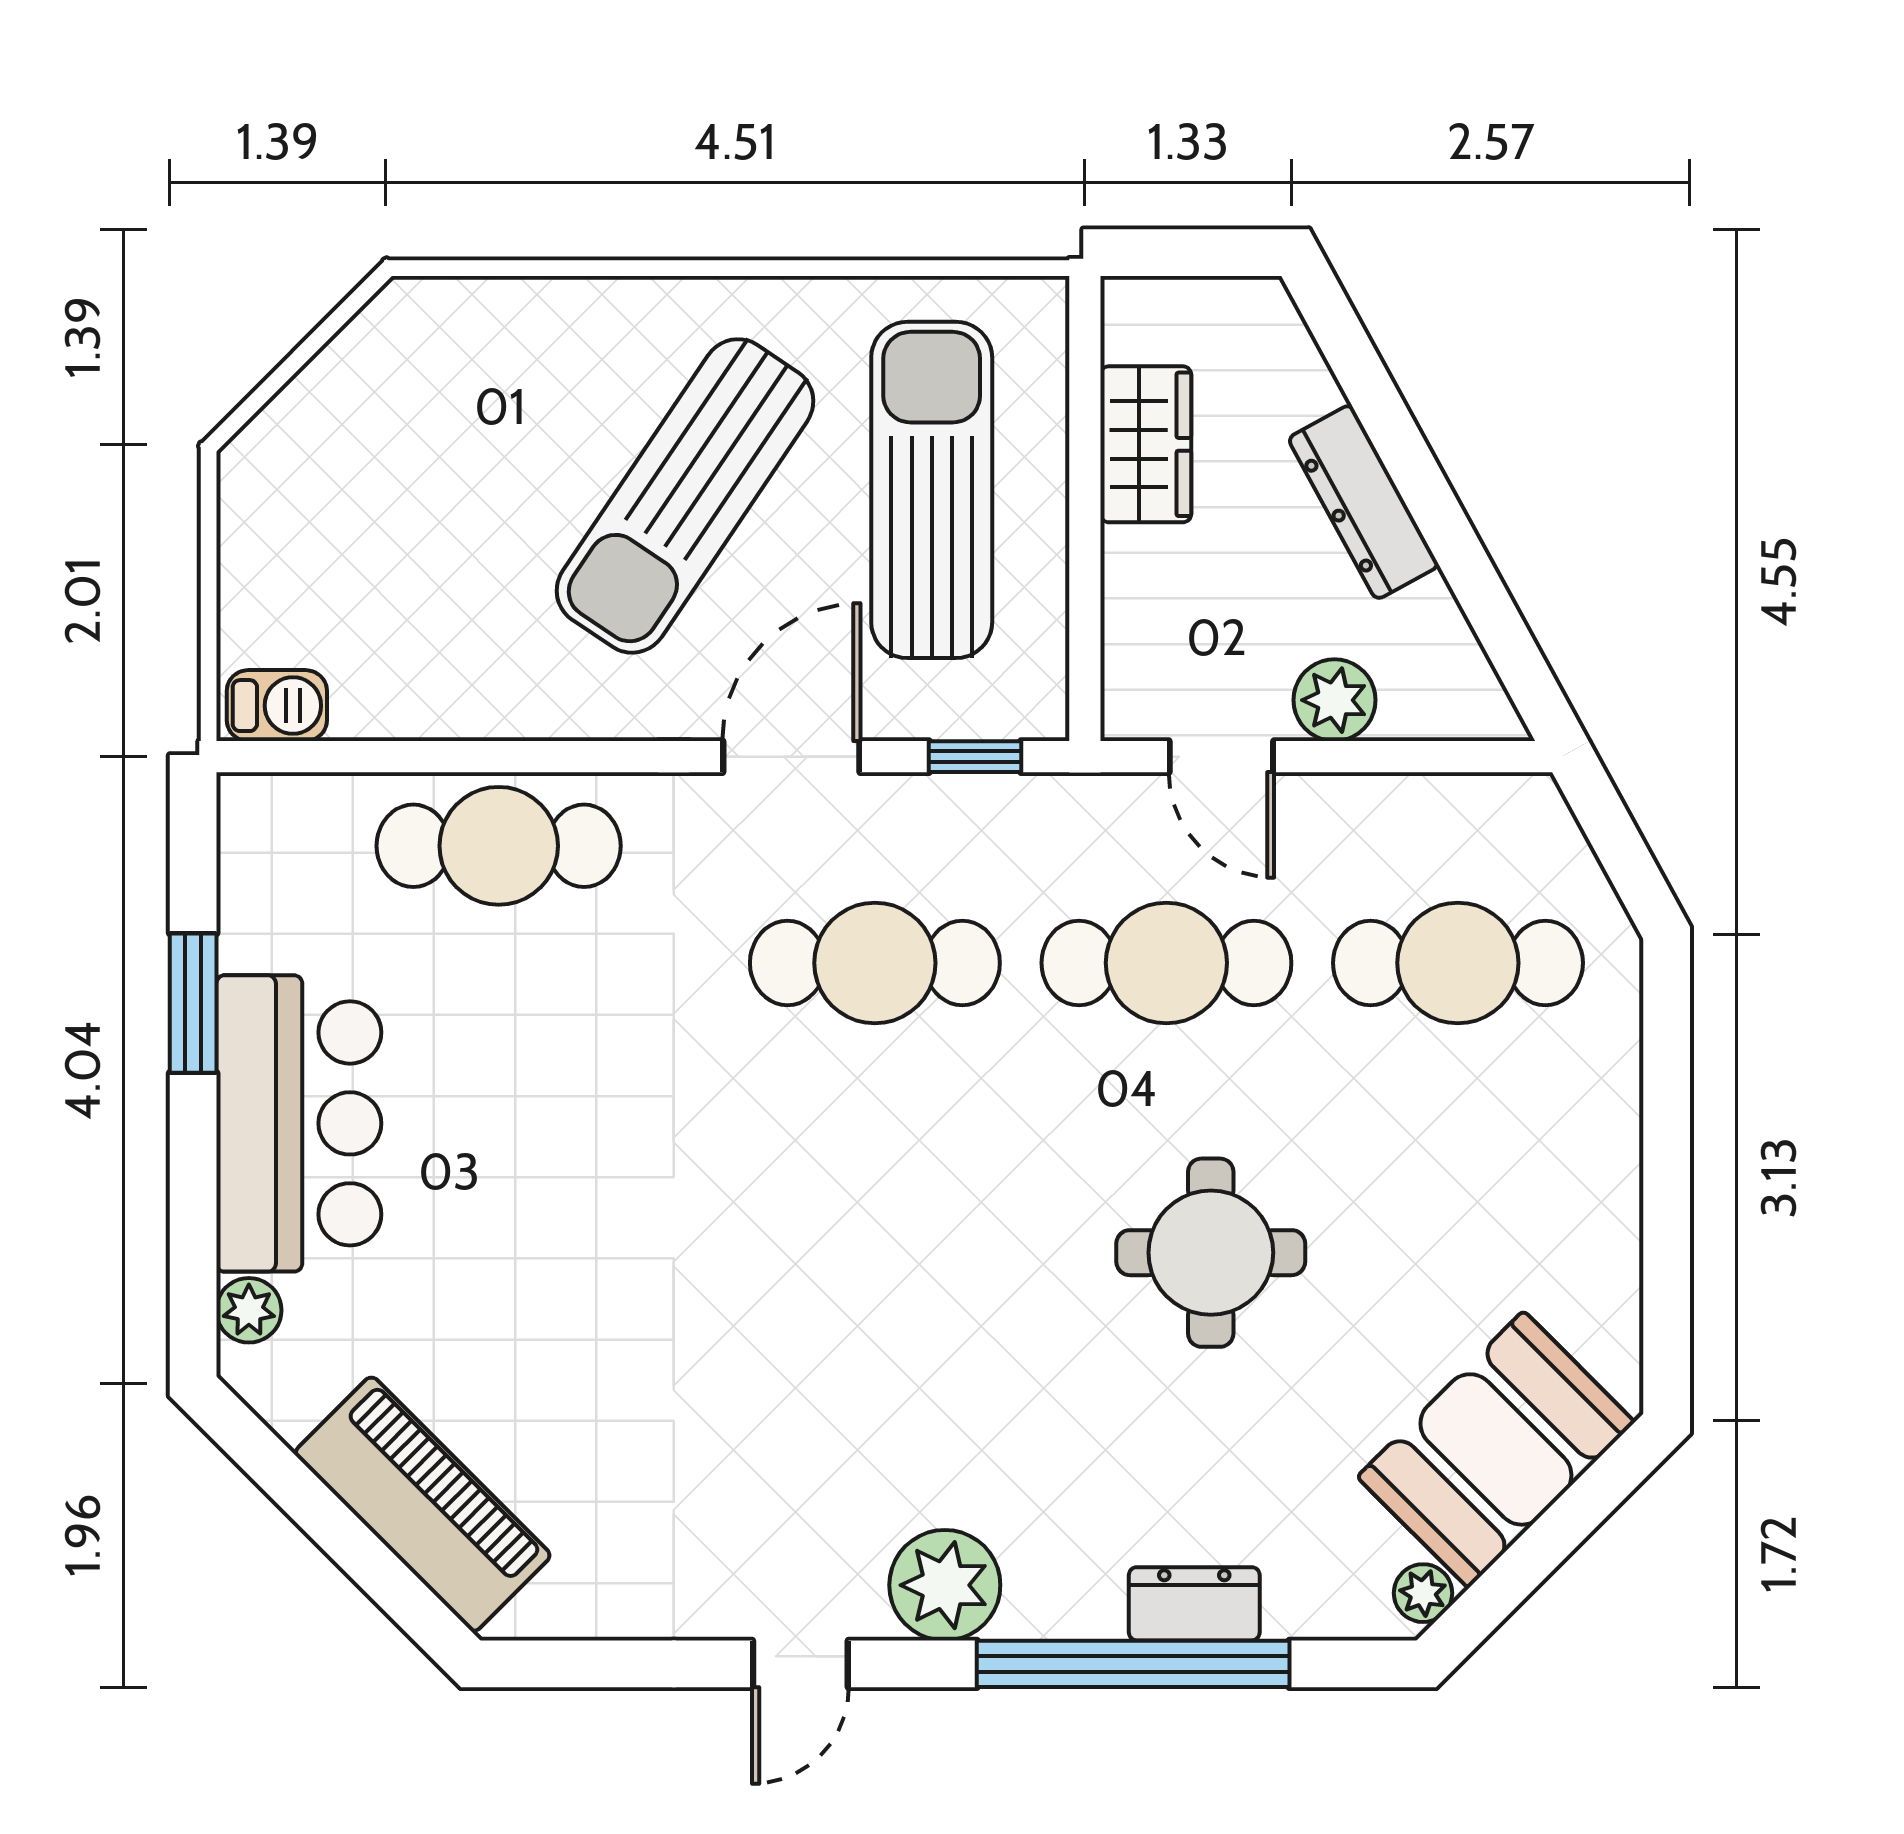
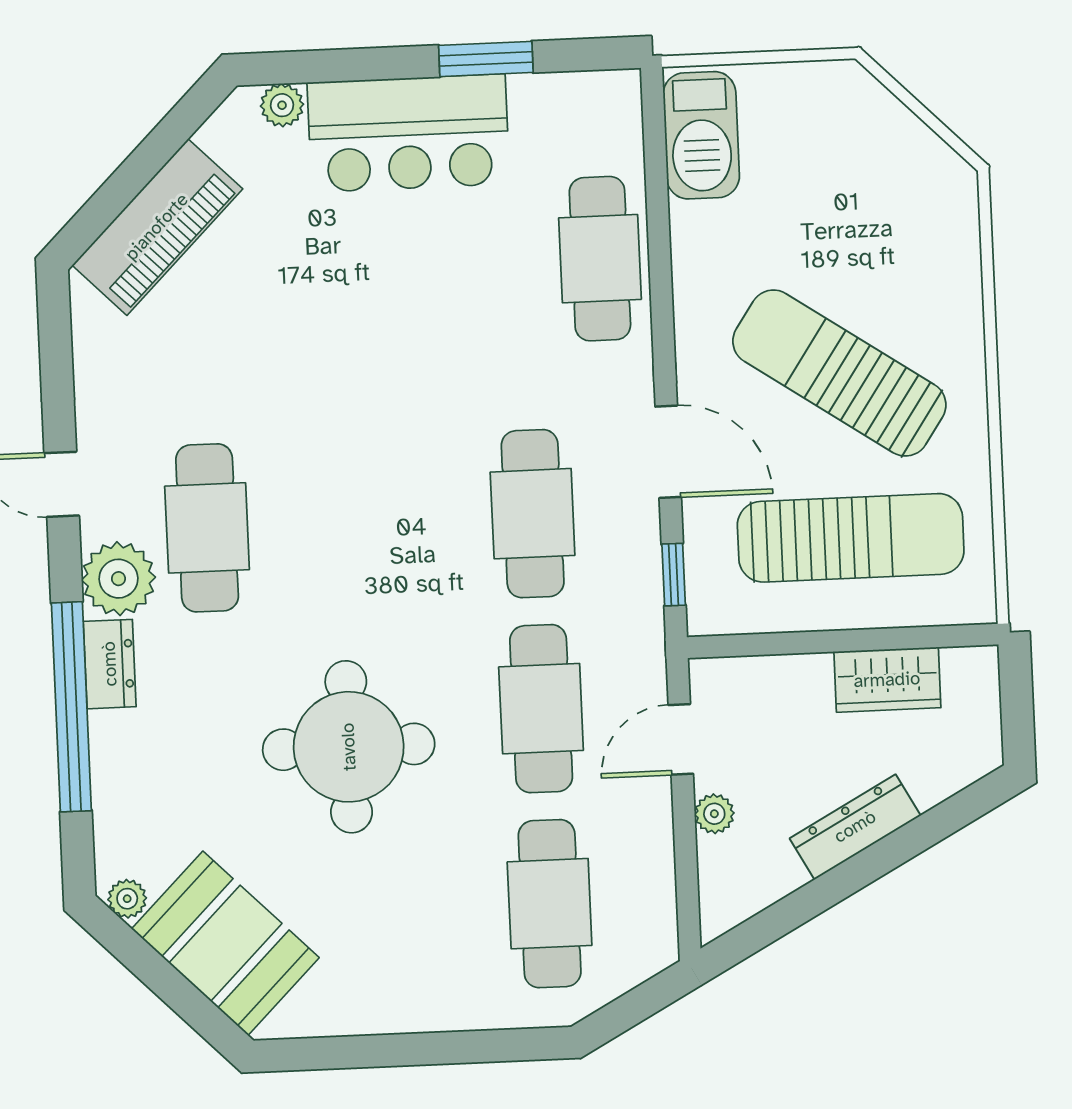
plant: (1335, 700) -> (714, 814), width x0.73, depth x0.73
barbecue: (277, 706) -> (701, 135), width x1.88, depth x1.53
round table: (1211, 1253) -> (349, 747), width x1.36, depth x1.36
cafe table: (875, 1450) -> (207, 528), added
dresser: (1194, 1604) -> (110, 664), moved

